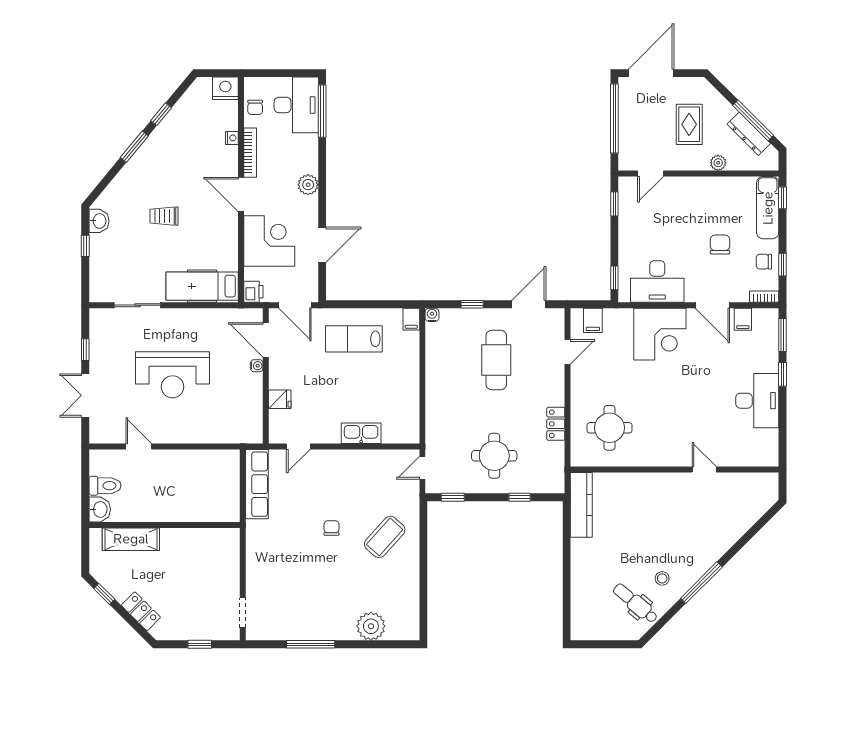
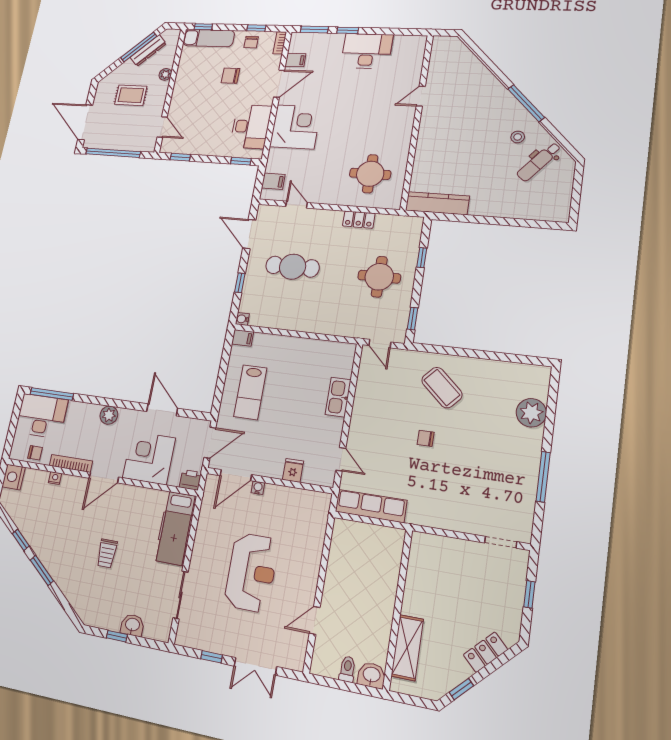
washbasin: (99, 221) -> (132, 625), moved
toilet: (105, 486) -> (347, 669), width x0.73, depth x0.72

